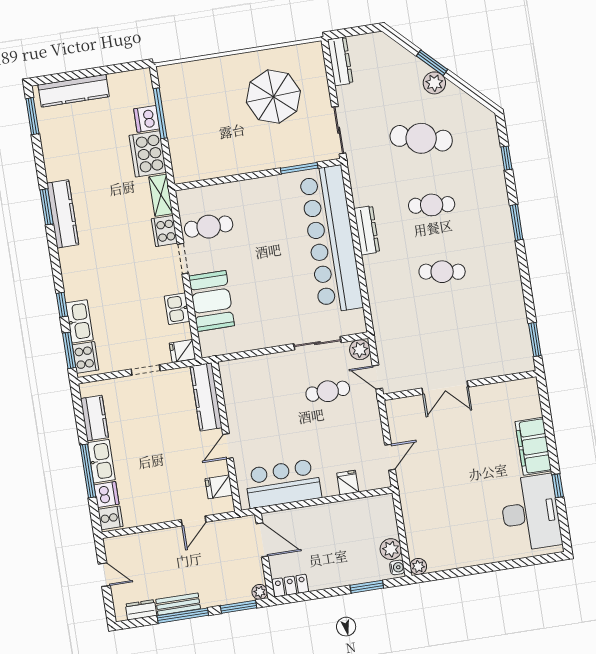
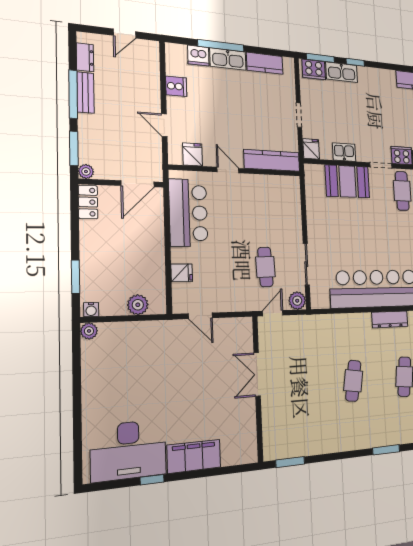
cooker: (111, 518) -> (176, 86), moved, turned -90
plant: (391, 549) -> (138, 305), moved

